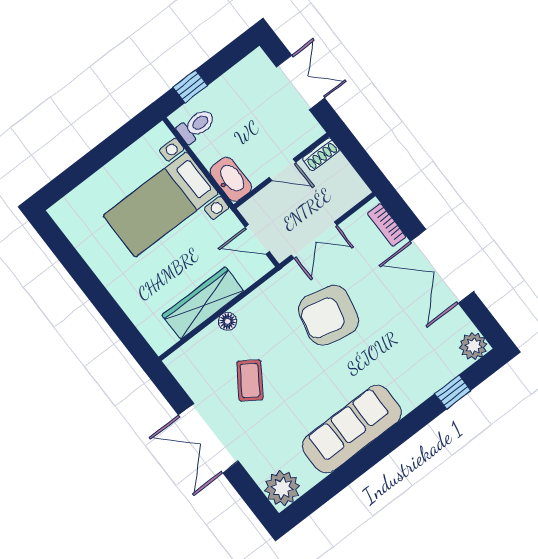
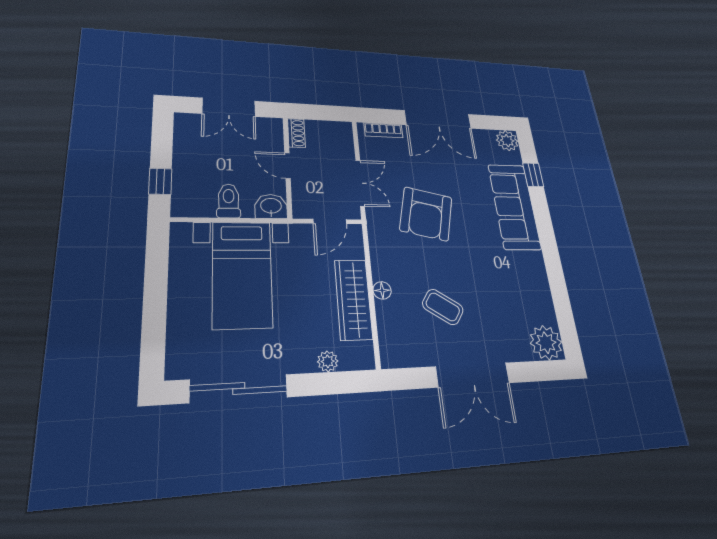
double door: (300, 83) -> (229, 107), swing flipped
toilet: (196, 126) -> (229, 201), moved
door: (283, 170) -> (287, 166), swing flipped
washbasin: (231, 179) -> (271, 206), width x0.72
sliding door: (75, 265) -> (239, 388), added
plant: (139, 316) -> (328, 361), added
sofa: (352, 429) -> (514, 206), moved

